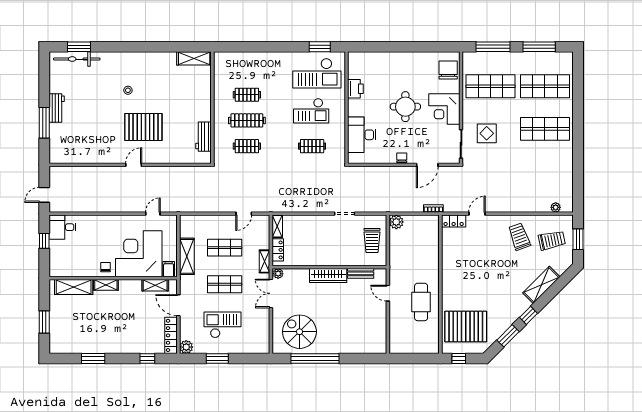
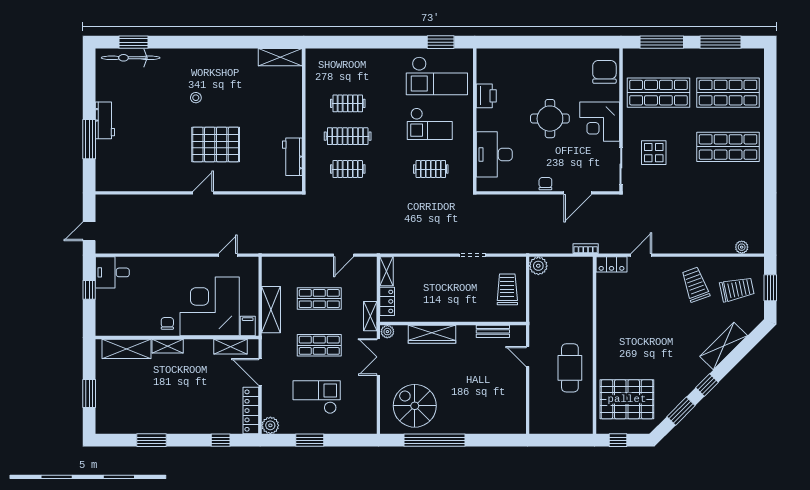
trolley: (372, 240) -> (507, 289), turned 180
wardrobe: (328, 276) -> (432, 334), moved

